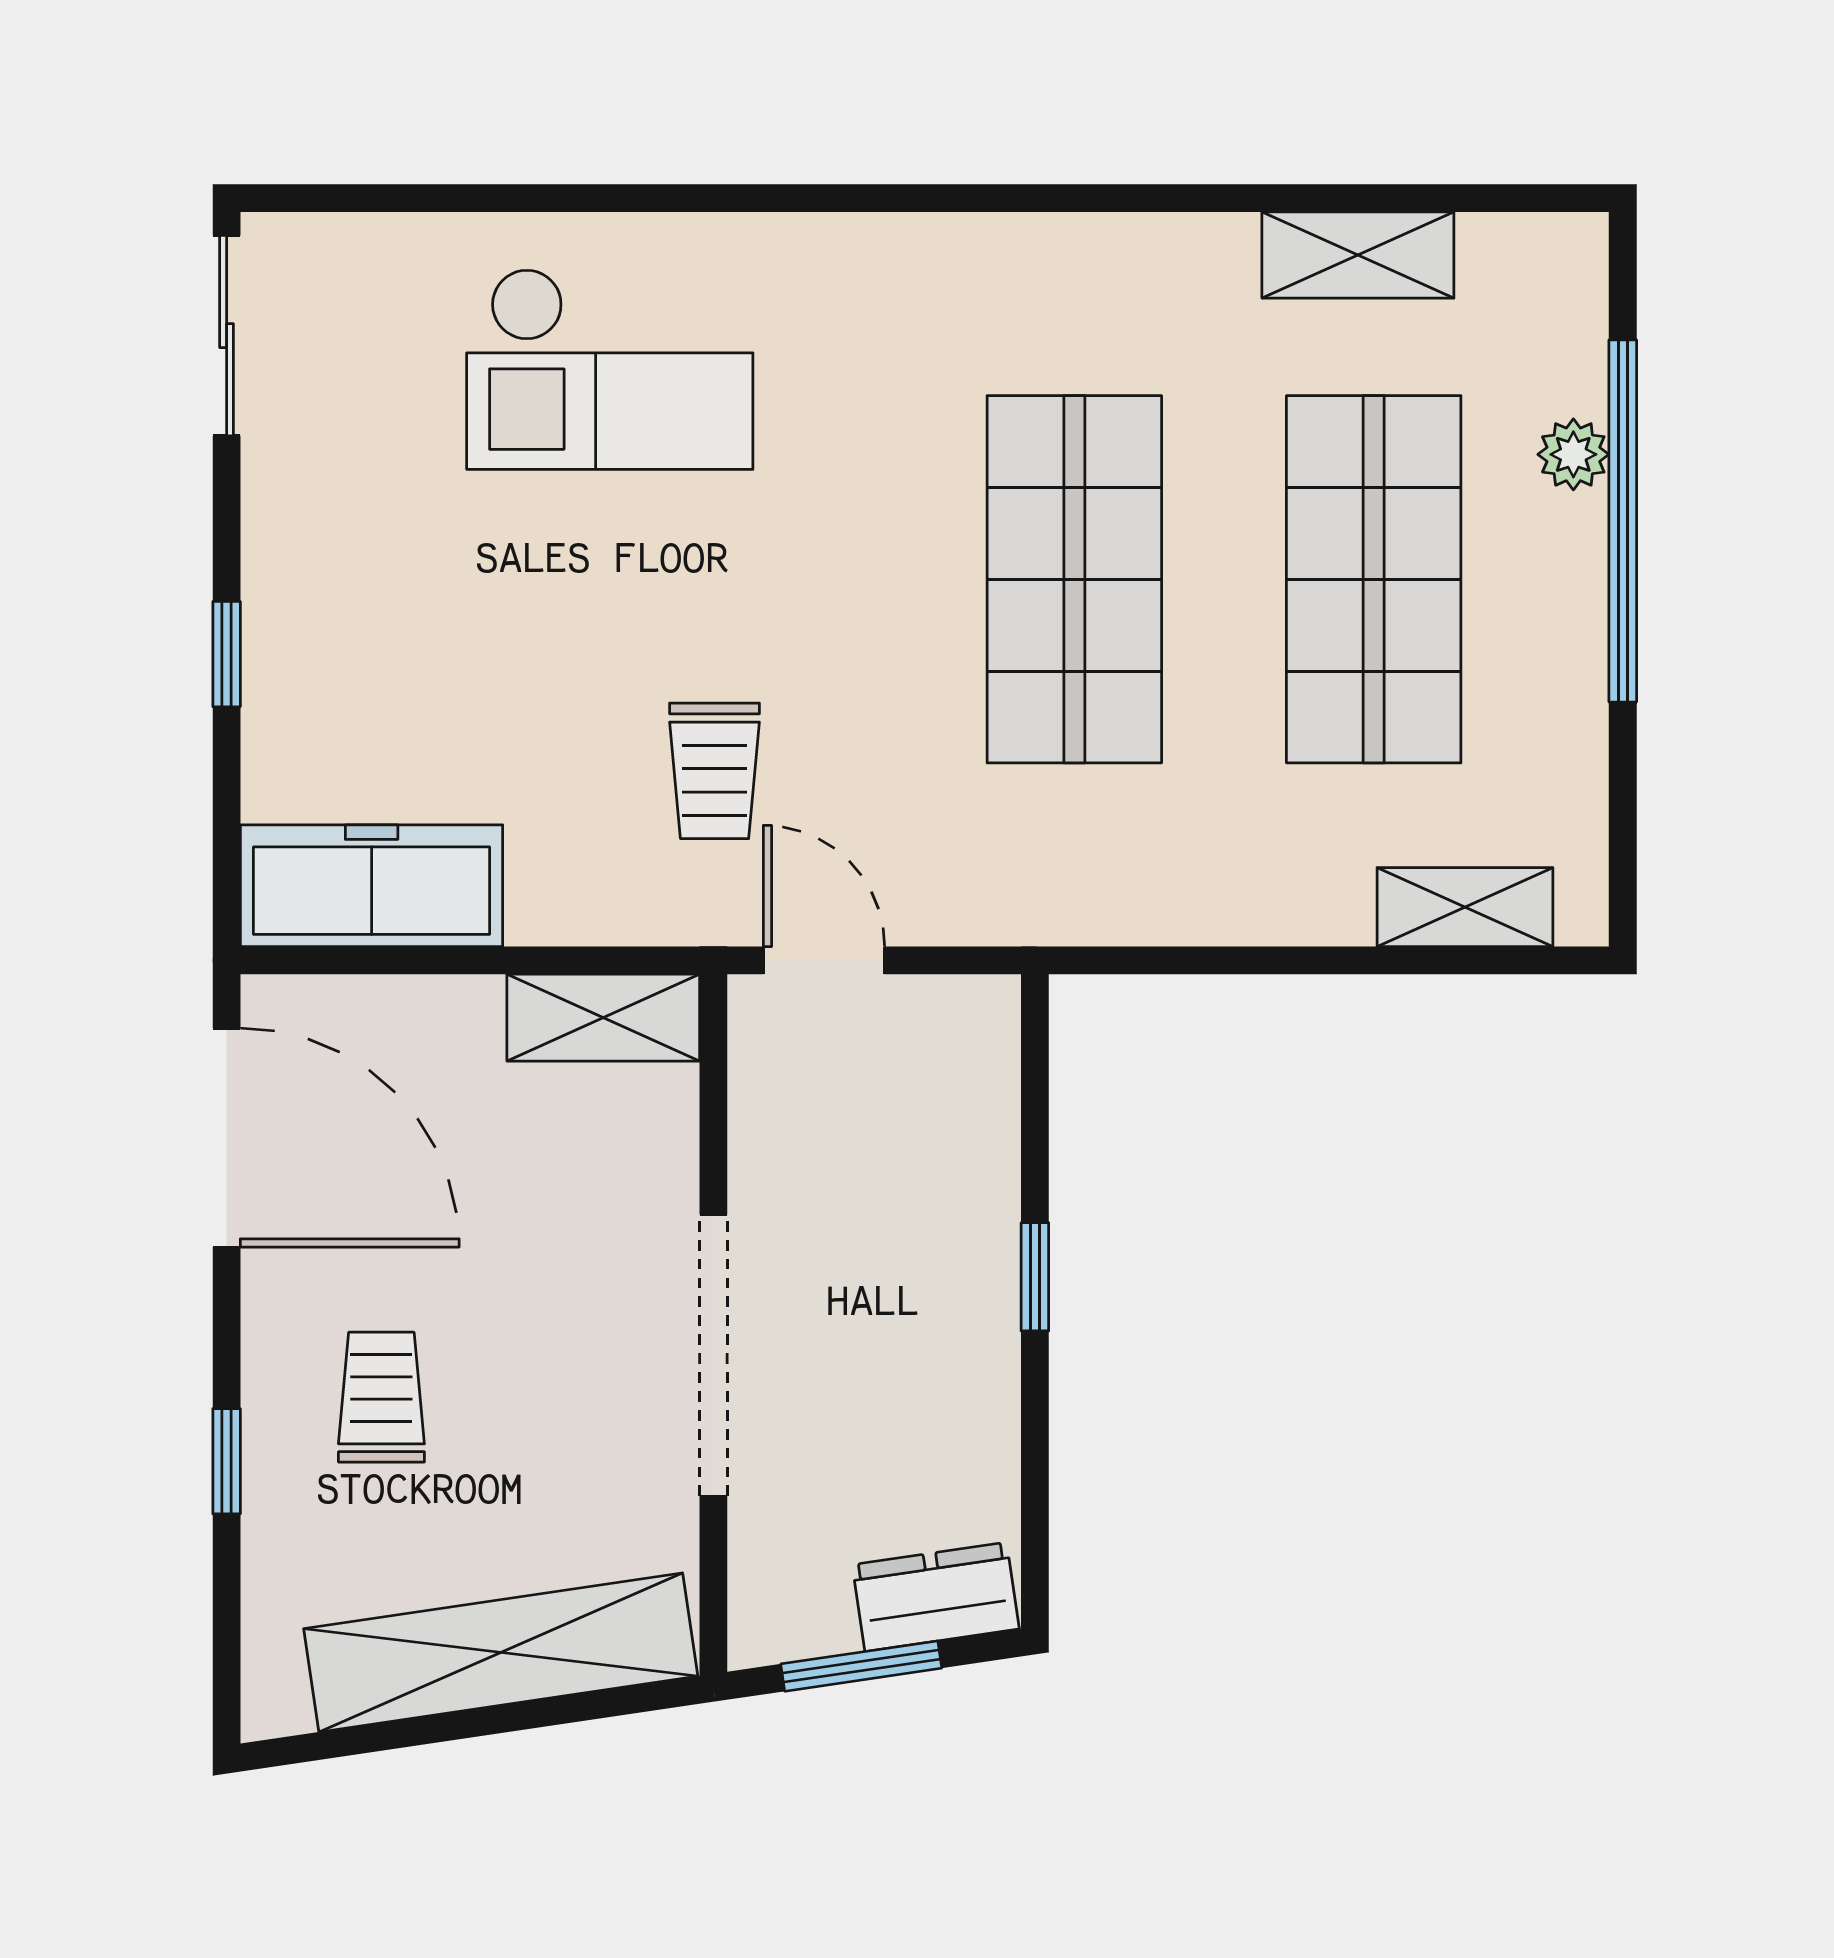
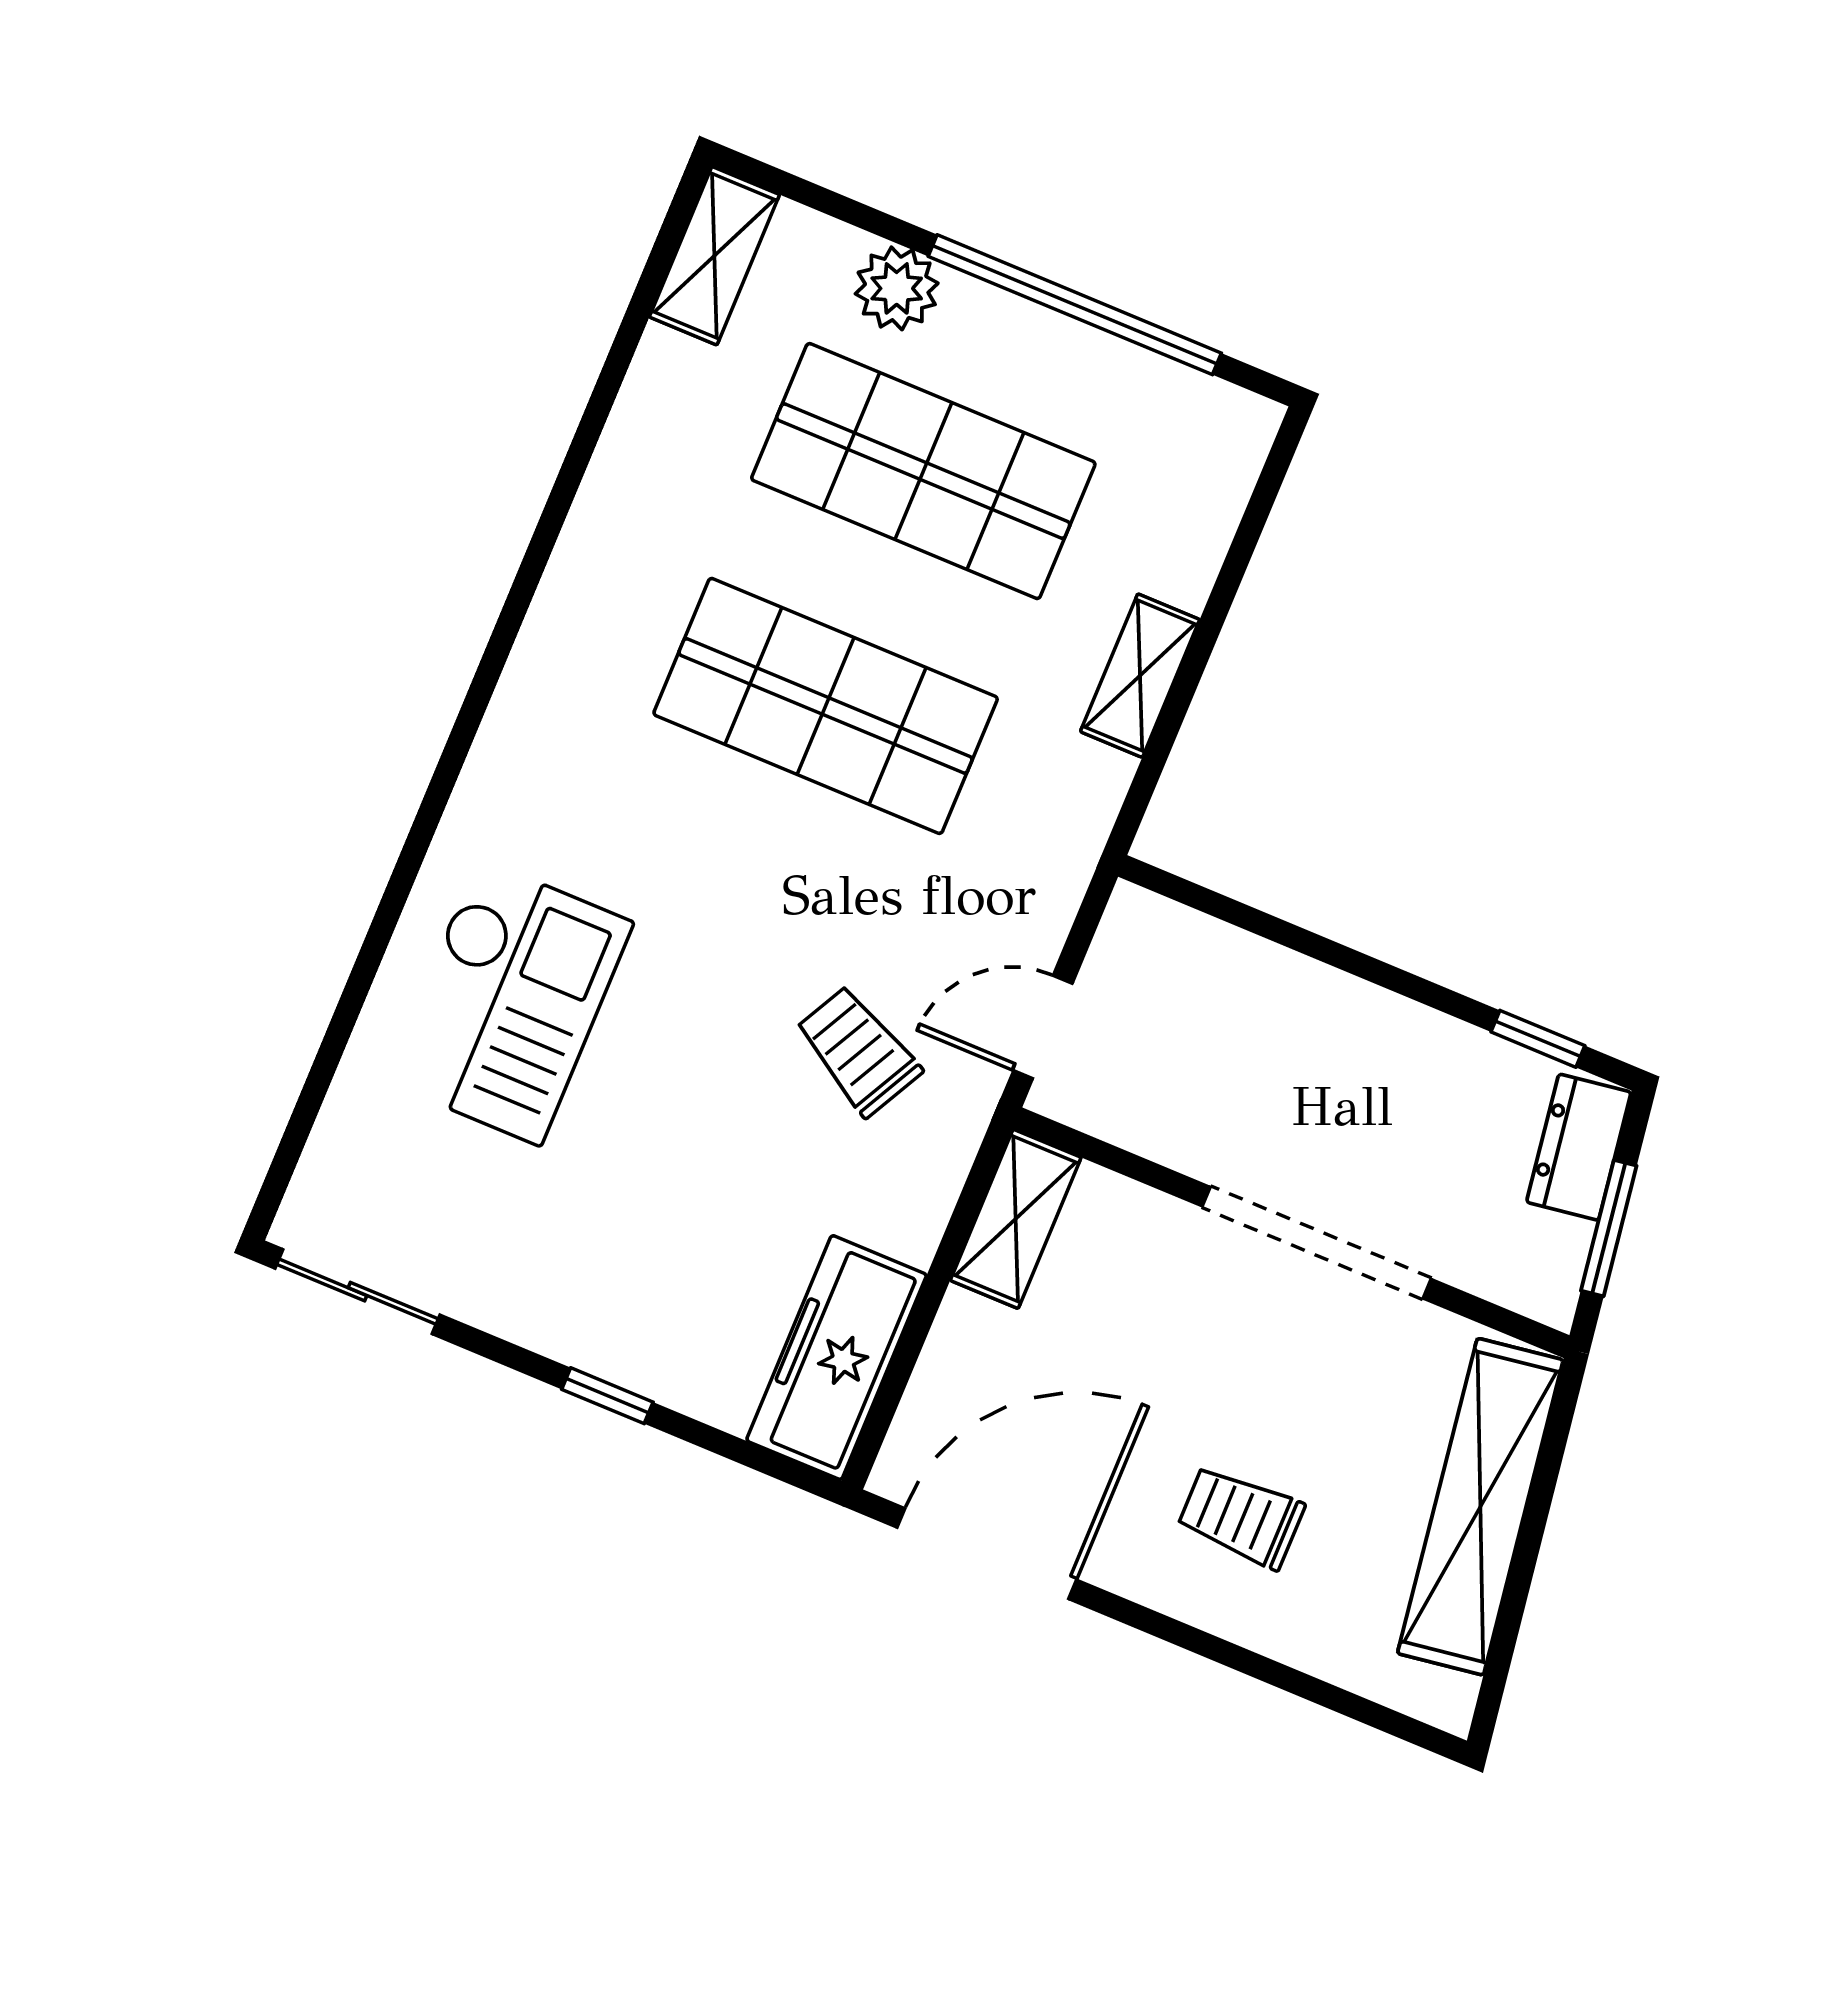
shelving: (1358, 255) -> (714, 256), moved
plant: (1573, 454) -> (897, 288), width x1.38, depth x1.38
window: (1623, 521) -> (1075, 305), moved
trolley: (715, 771) -> (858, 1051), turned -152
shelving: (1465, 907) -> (1140, 676), moved
window: (1035, 1277) -> (1538, 1039), moved
window: (227, 1461) -> (1241, 1659), removed

